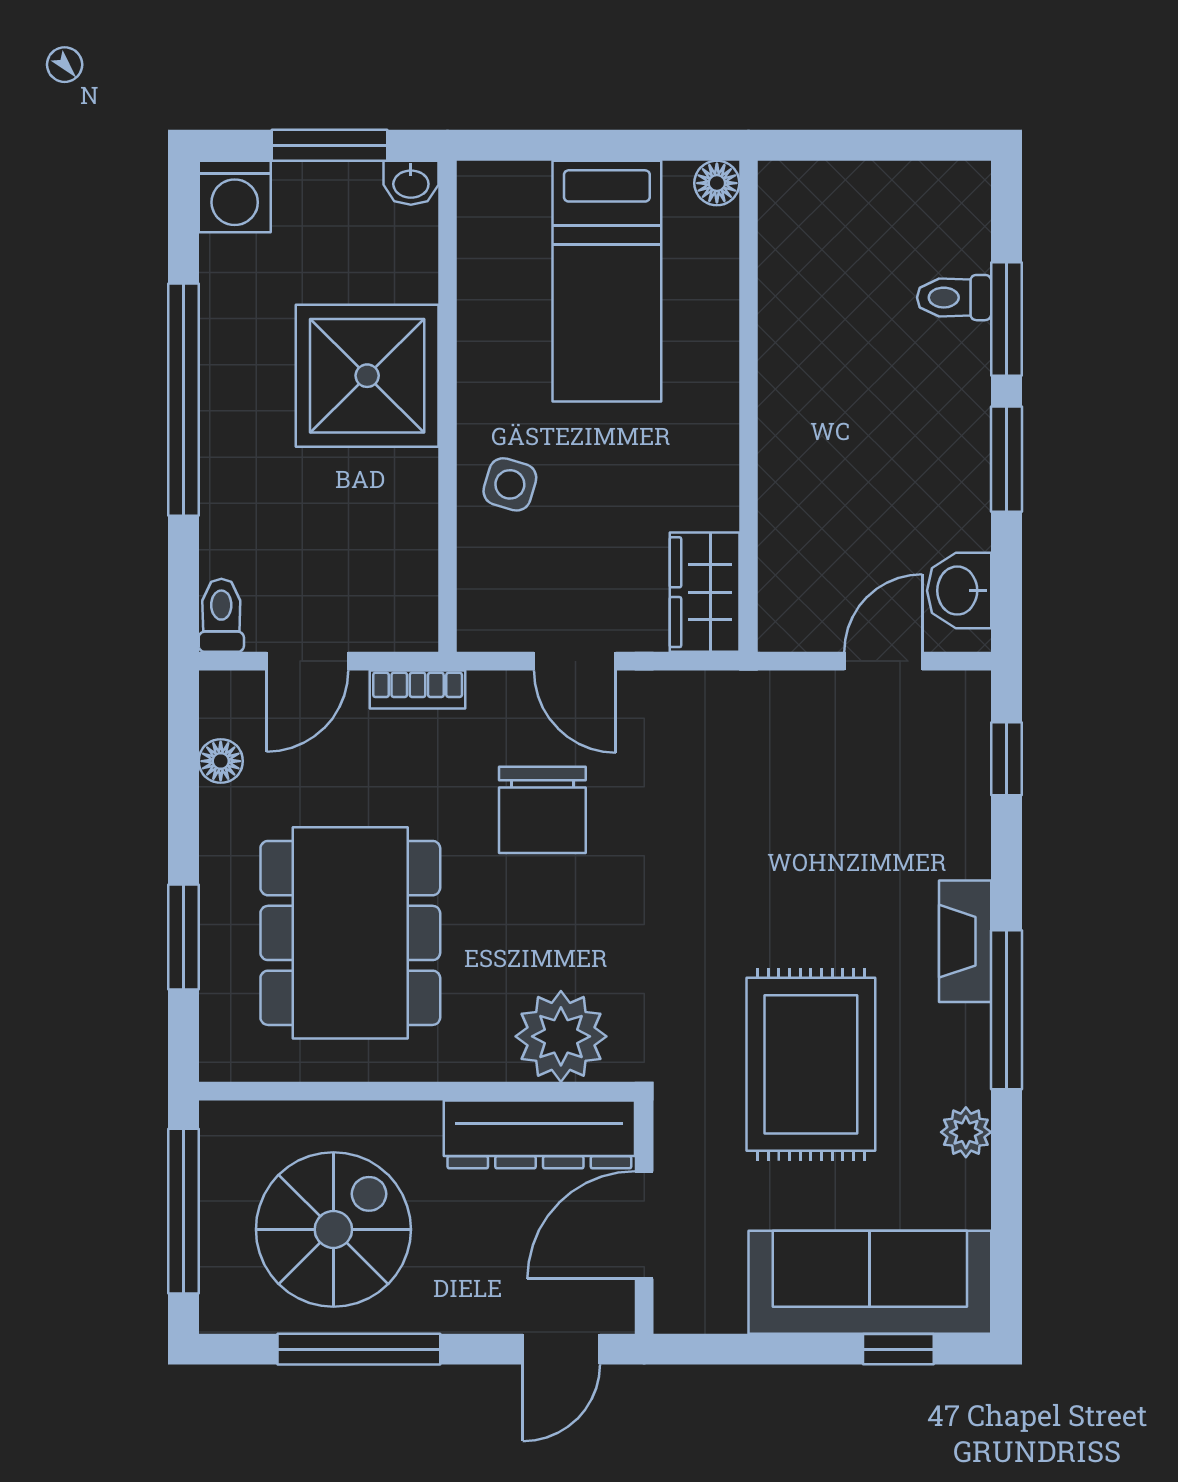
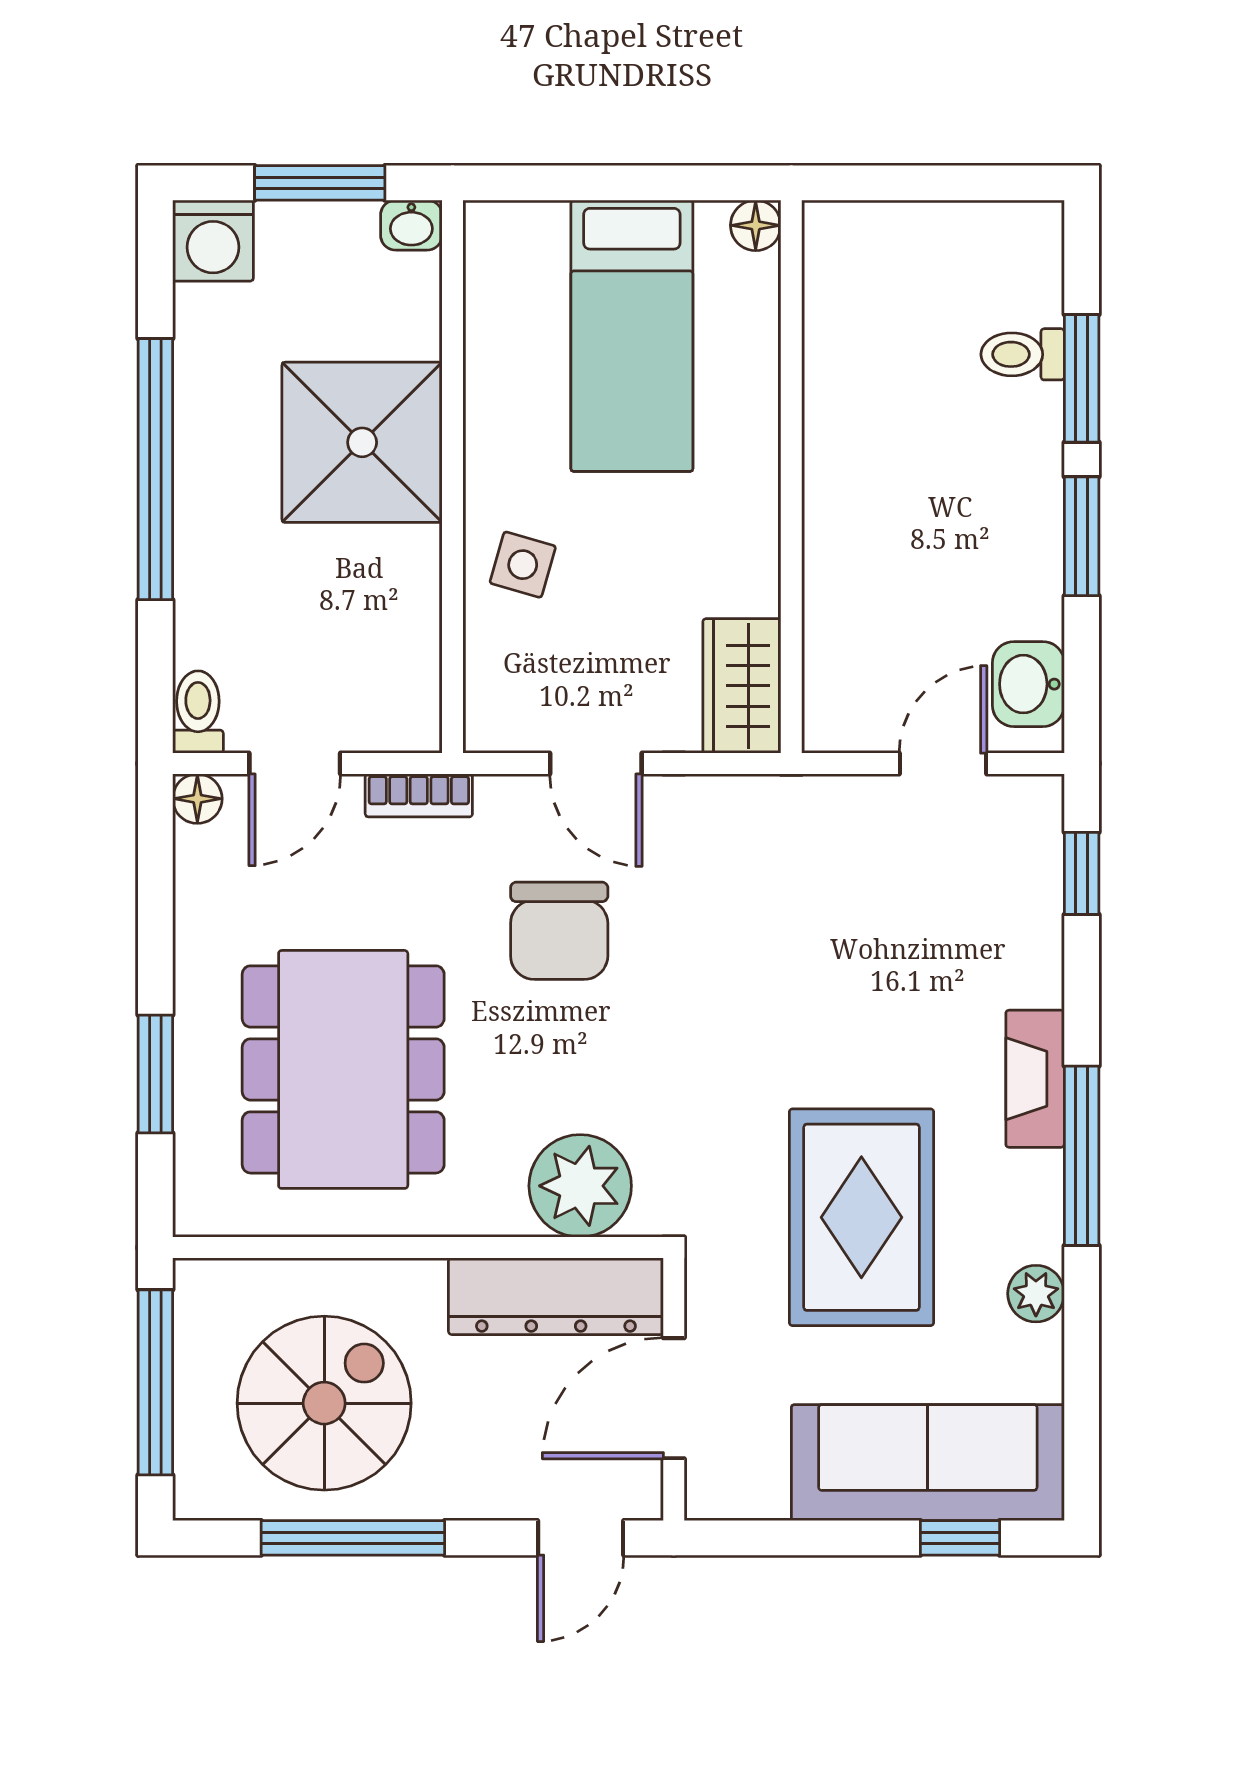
floor lamp: (221, 761) -> (197, 799), moved

